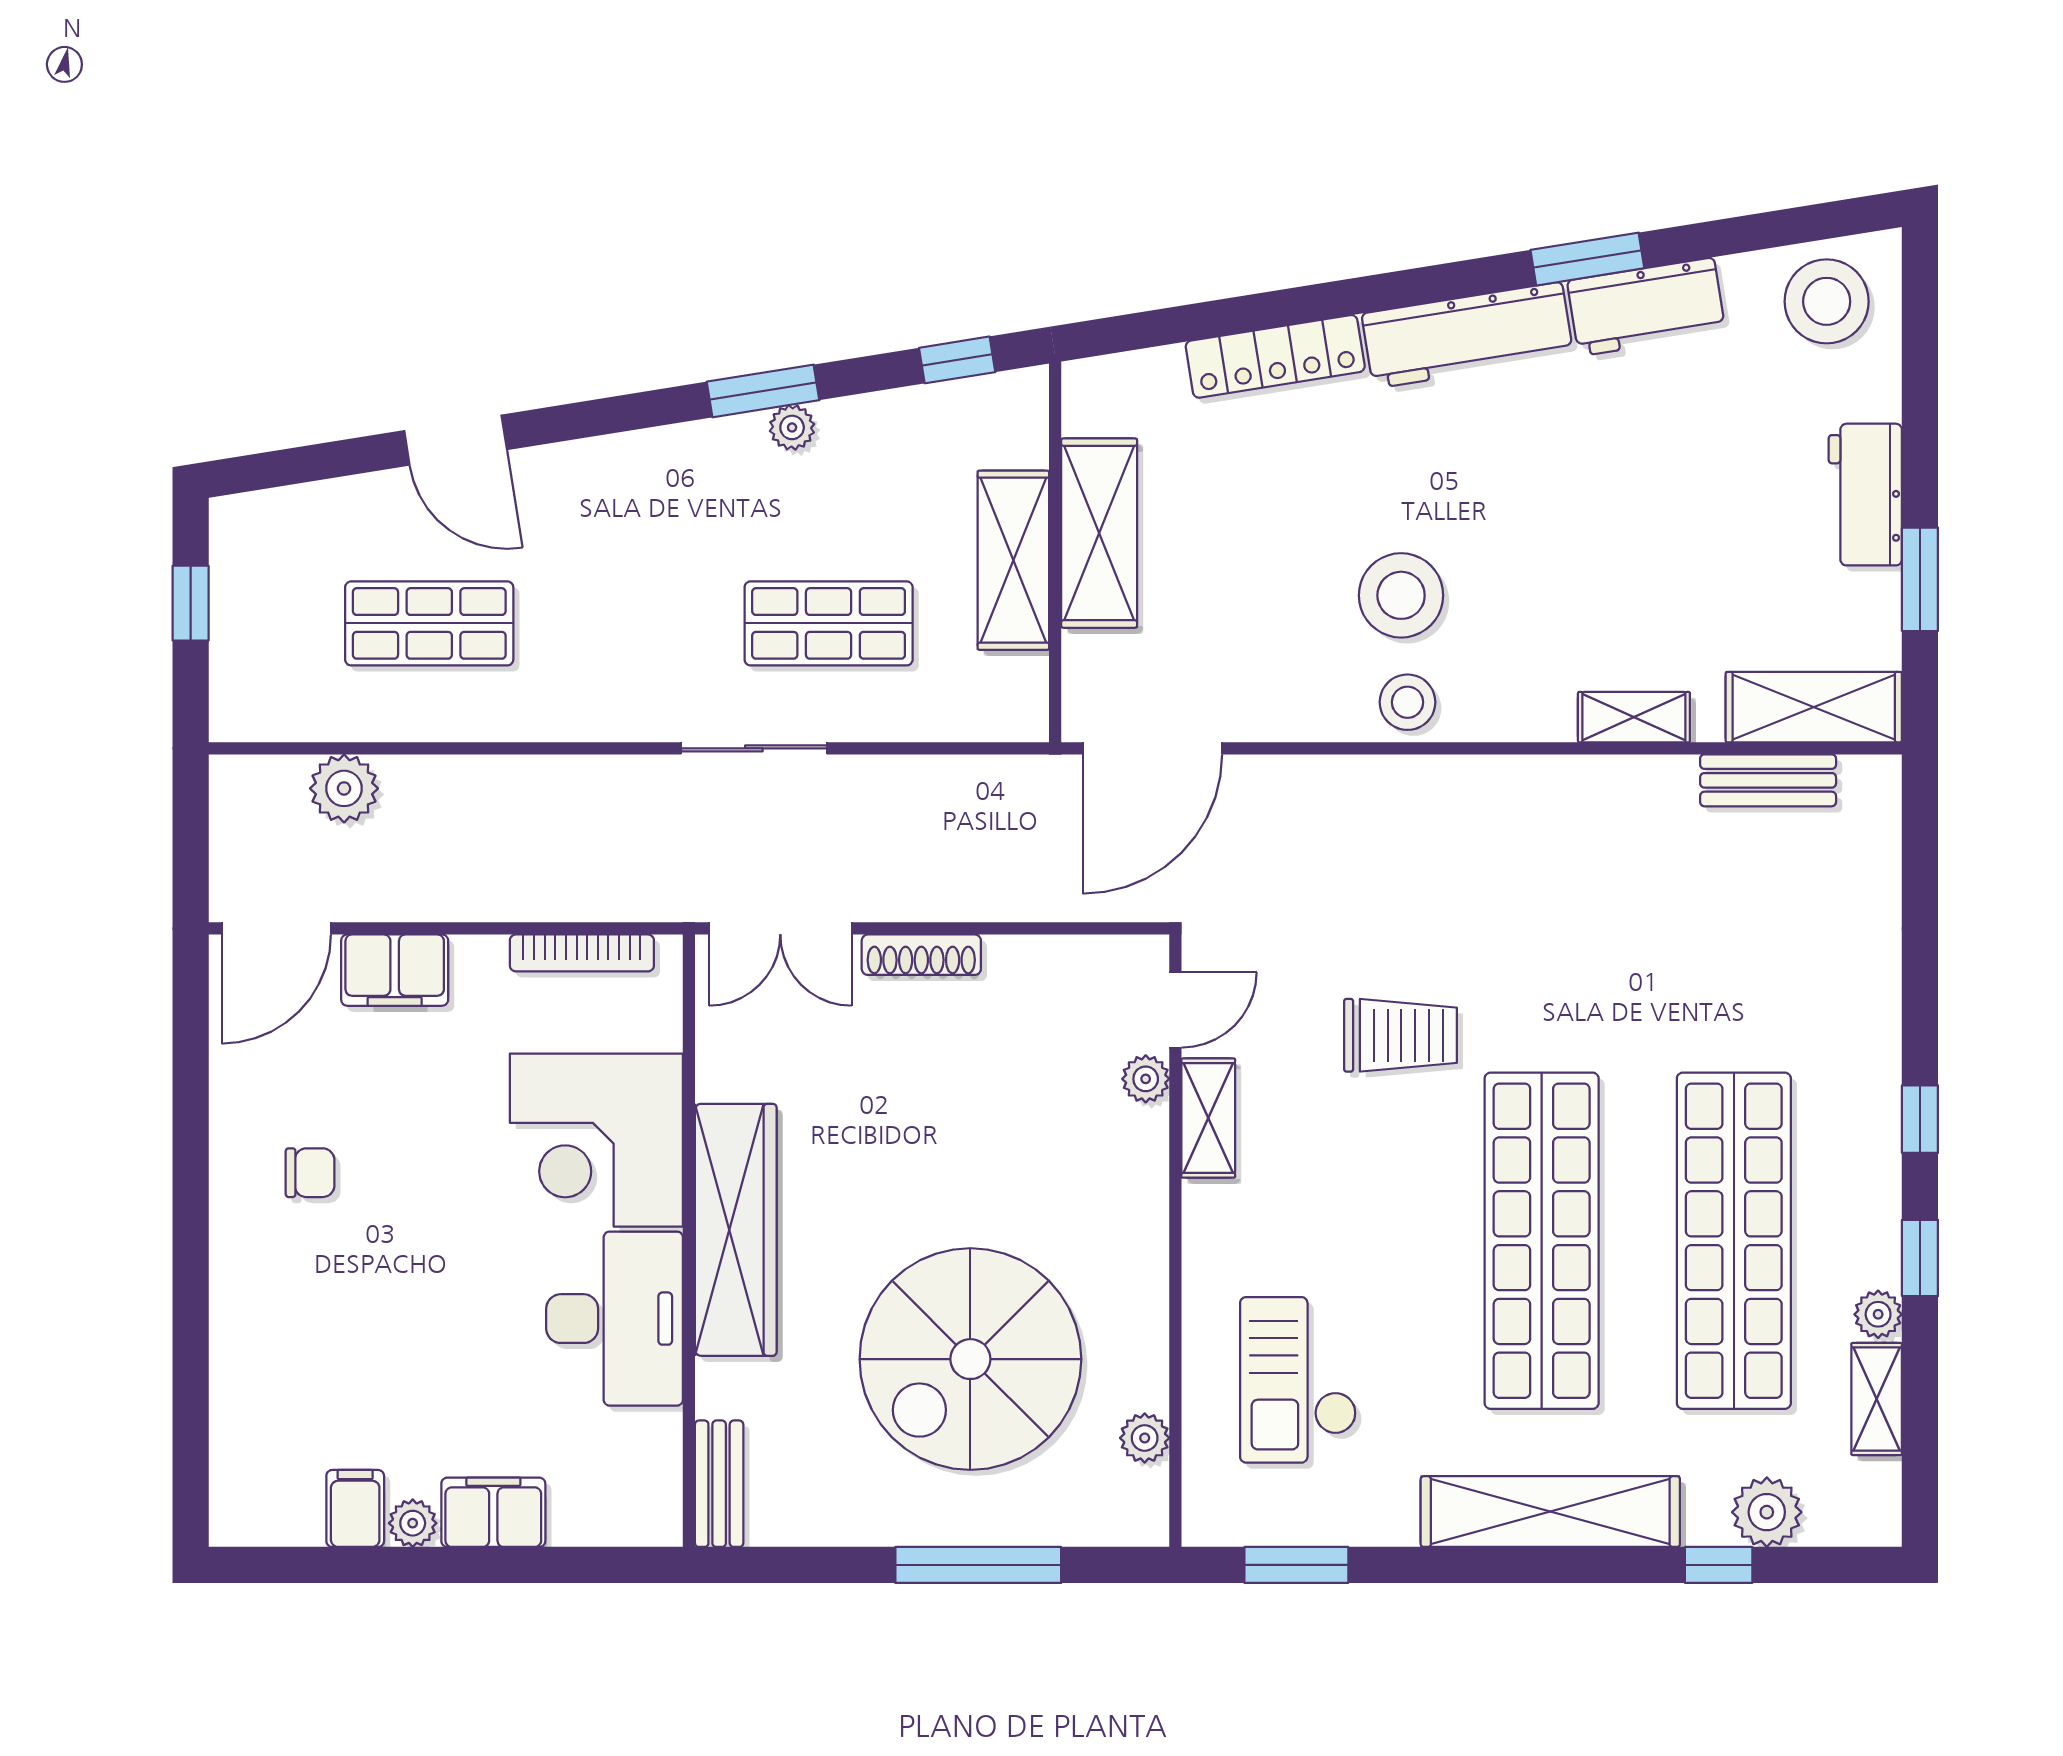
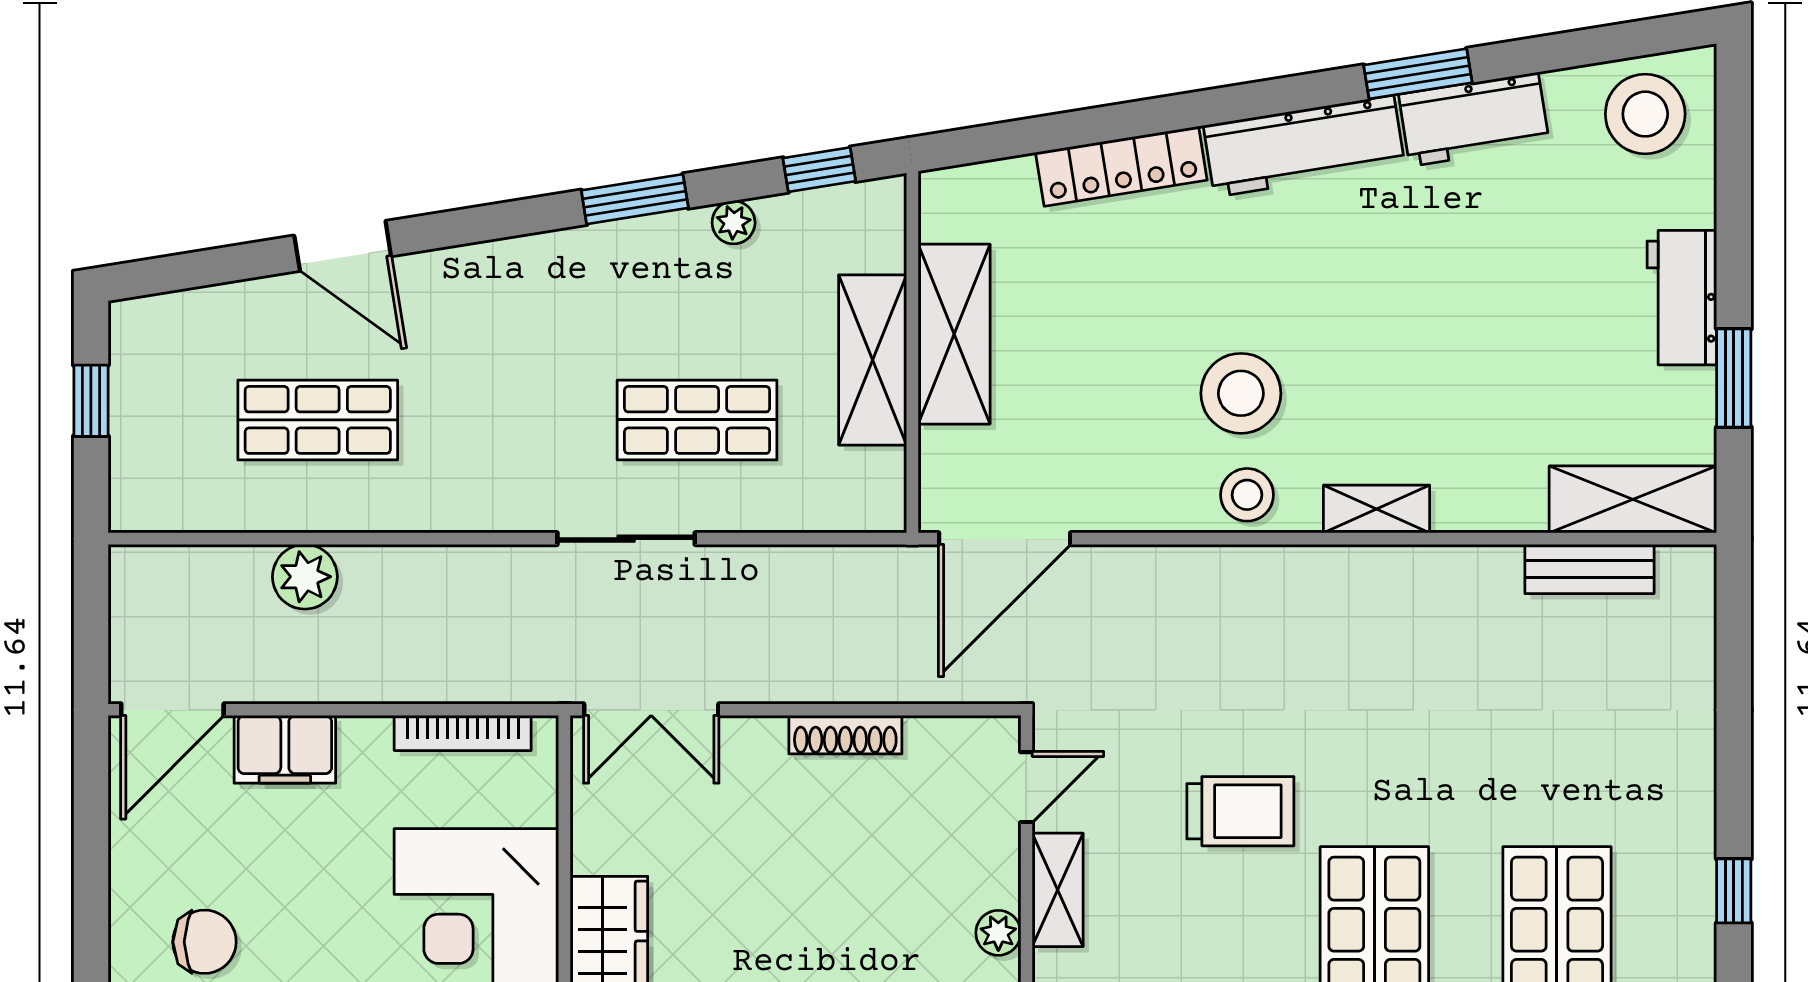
plant: (792, 427) -> (734, 222), moved
shelving: (1634, 717) -> (1377, 509), moved
plant: (344, 788) -> (305, 577), moved
shoe rack: (921, 955) -> (845, 735), moved
plant: (1146, 1079) -> (998, 933), moved
chair: (310, 1173) -> (205, 942), width x1.37, depth x1.37

